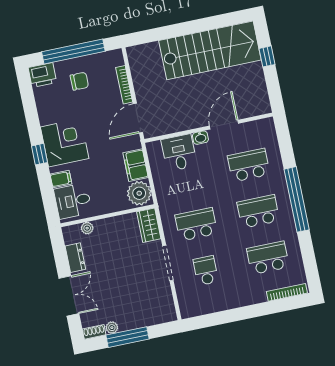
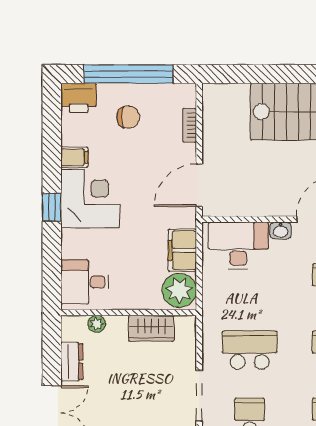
bookcase: (124, 85) -> (190, 125), width x0.64
desk: (179, 153) -> (238, 245), width x1.37
filing cabinet: (61, 179) -> (74, 157), moved
wardrobe: (149, 225) -> (151, 328), moved, turned -90

